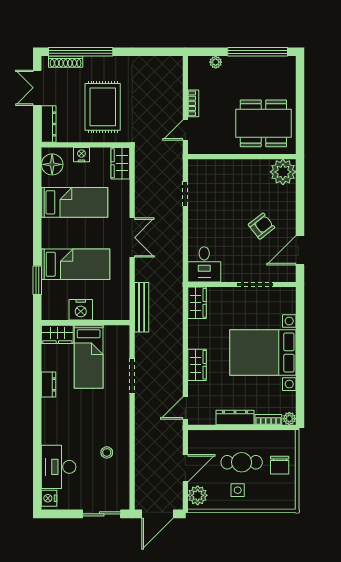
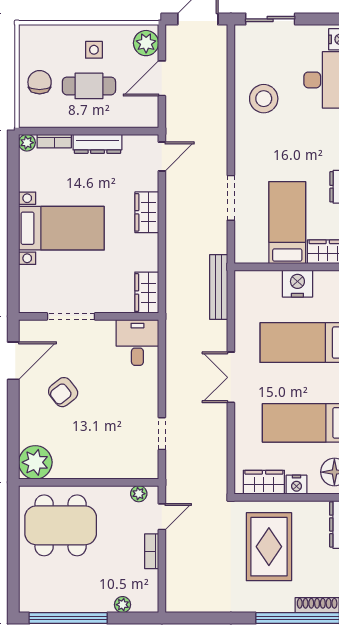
plant: (203, 148) -> (139, 494), added
wardrobe: (120, 163) -> (264, 482), moved, turned -90
bed with nightstands: (263, 353) -> (61, 228), width x0.73
stool: (107, 452) -> (264, 99), width x1.89, depth x1.89

